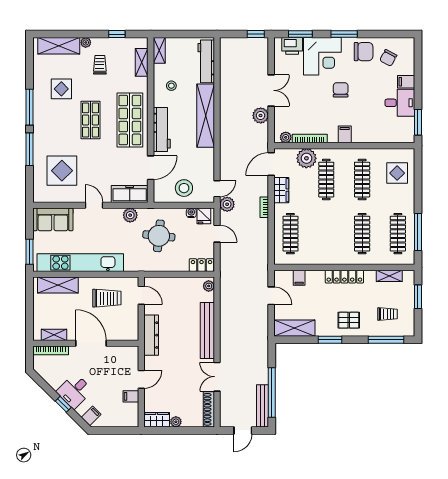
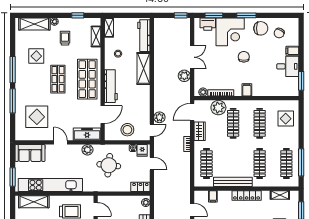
shelving: (206, 116) -> (143, 68), width x0.68
plant: (227, 204) -> (159, 117), moved
bench: (326, 258) -> (233, 182), added

